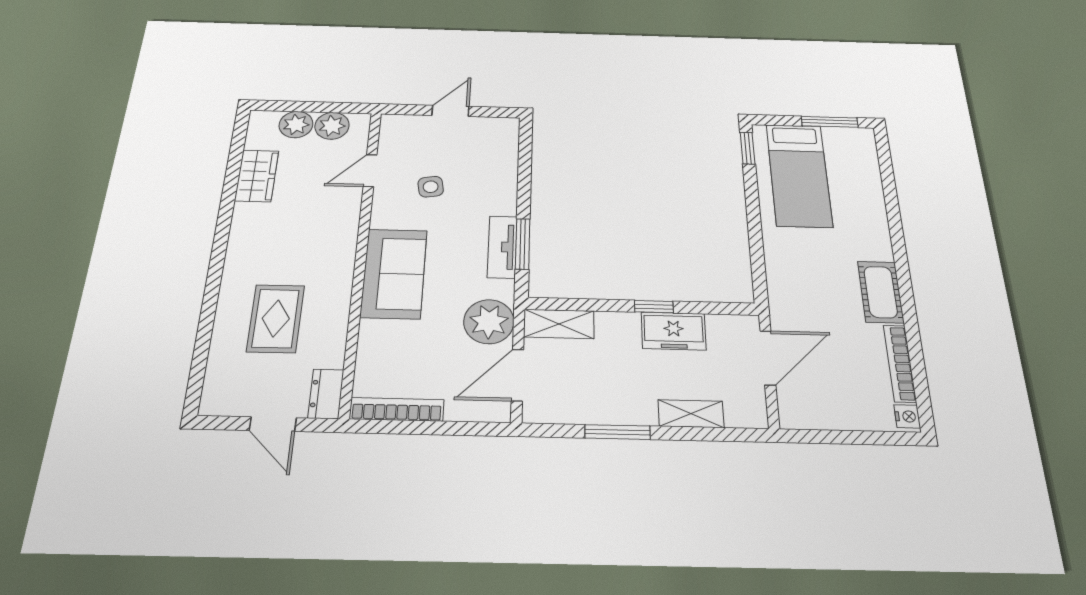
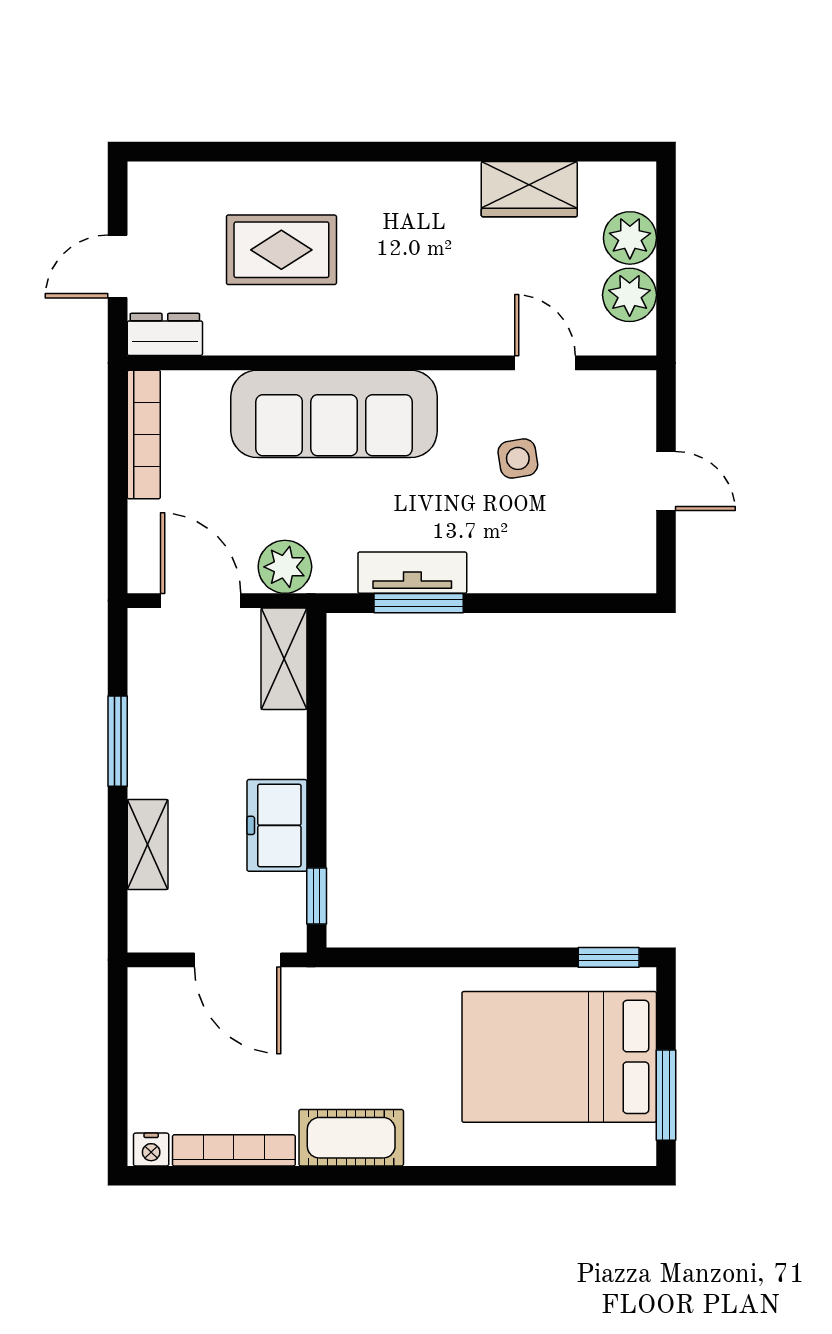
bed: (799, 175) -> (559, 1057), width x1.50
sofa: (394, 274) -> (334, 414), width x1.36
window: (654, 307) -> (317, 896), moved
plant: (489, 322) -> (285, 567), width x0.73, depth x0.73

